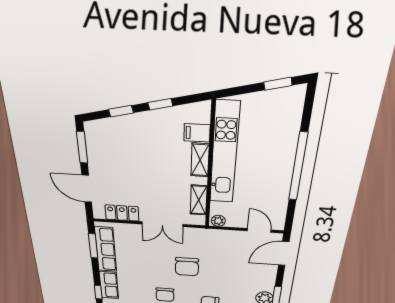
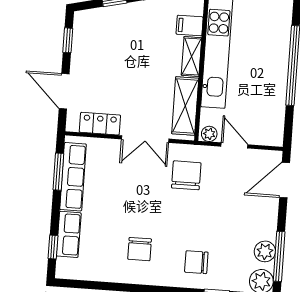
window: (82, 147) -> (68, 40), width x0.67
shelving: (199, 200) -> (185, 106), width x1.50, depth x1.33
door: (259, 230) -> (234, 145), moved
chair: (187, 267) -> (186, 175), moved, turned 180

